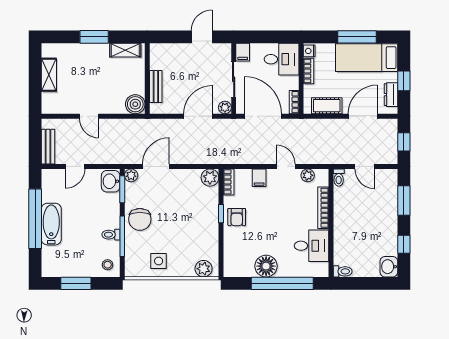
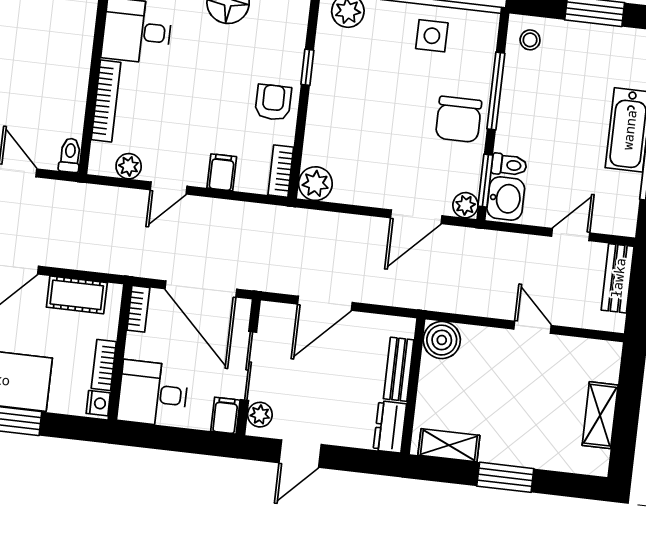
dresser: (157, 56) -> (390, 427), added
plant: (225, 107) -> (260, 415), moved
door: (286, 166) -> (169, 188), hinge flipped
window: (221, 214) -> (307, 67), moved
chair: (140, 219) -> (459, 119), turned 180
toilet: (111, 235) -> (509, 165), moved

